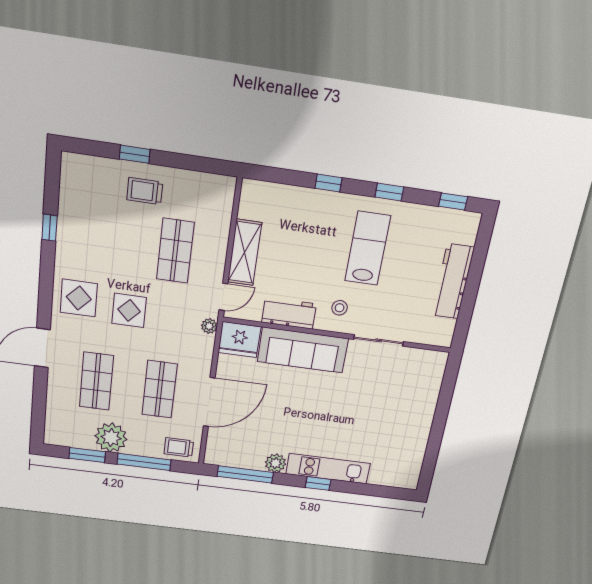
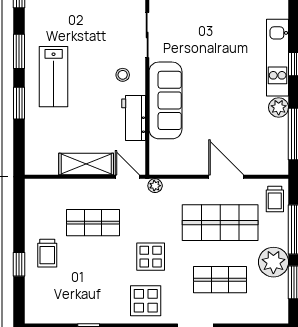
window: (328, 183) -> (19, 103), width x1.50
window: (389, 192) -> (19, 51), width x1.50
lab bench: (368, 249) -> (54, 77), moved, turned -90
fridge: (239, 340) -> (164, 158), removed
shop shelf: (160, 389) -> (220, 223), width x1.43, depth x1.36
door: (209, 402) -> (226, 177), width x0.73

